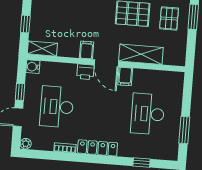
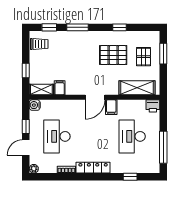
filing cabinet: (87, 50) -> (60, 88), moved
shelving: (141, 54) -> (137, 88), moved
door: (106, 63) -> (95, 97), hinge flipped
printer: (85, 72) -> (153, 106), moved
window: (184, 130) -> (163, 147), width x1.44

